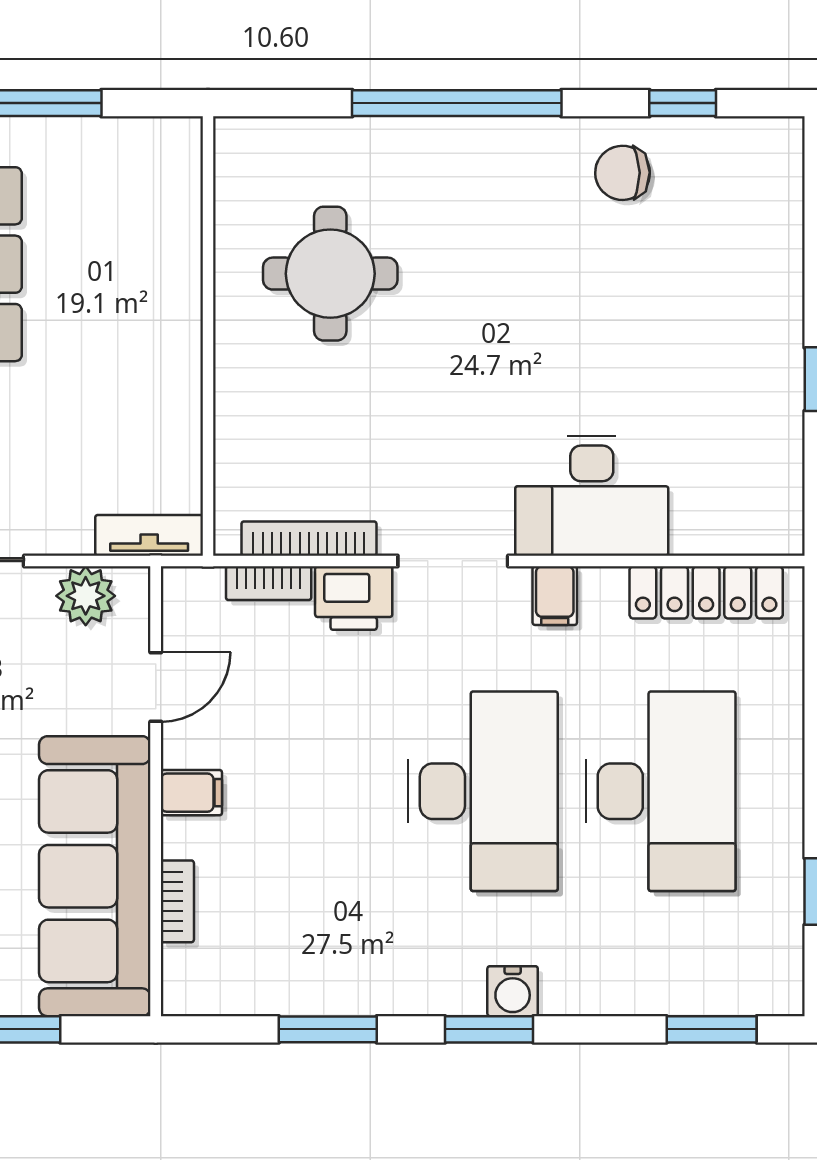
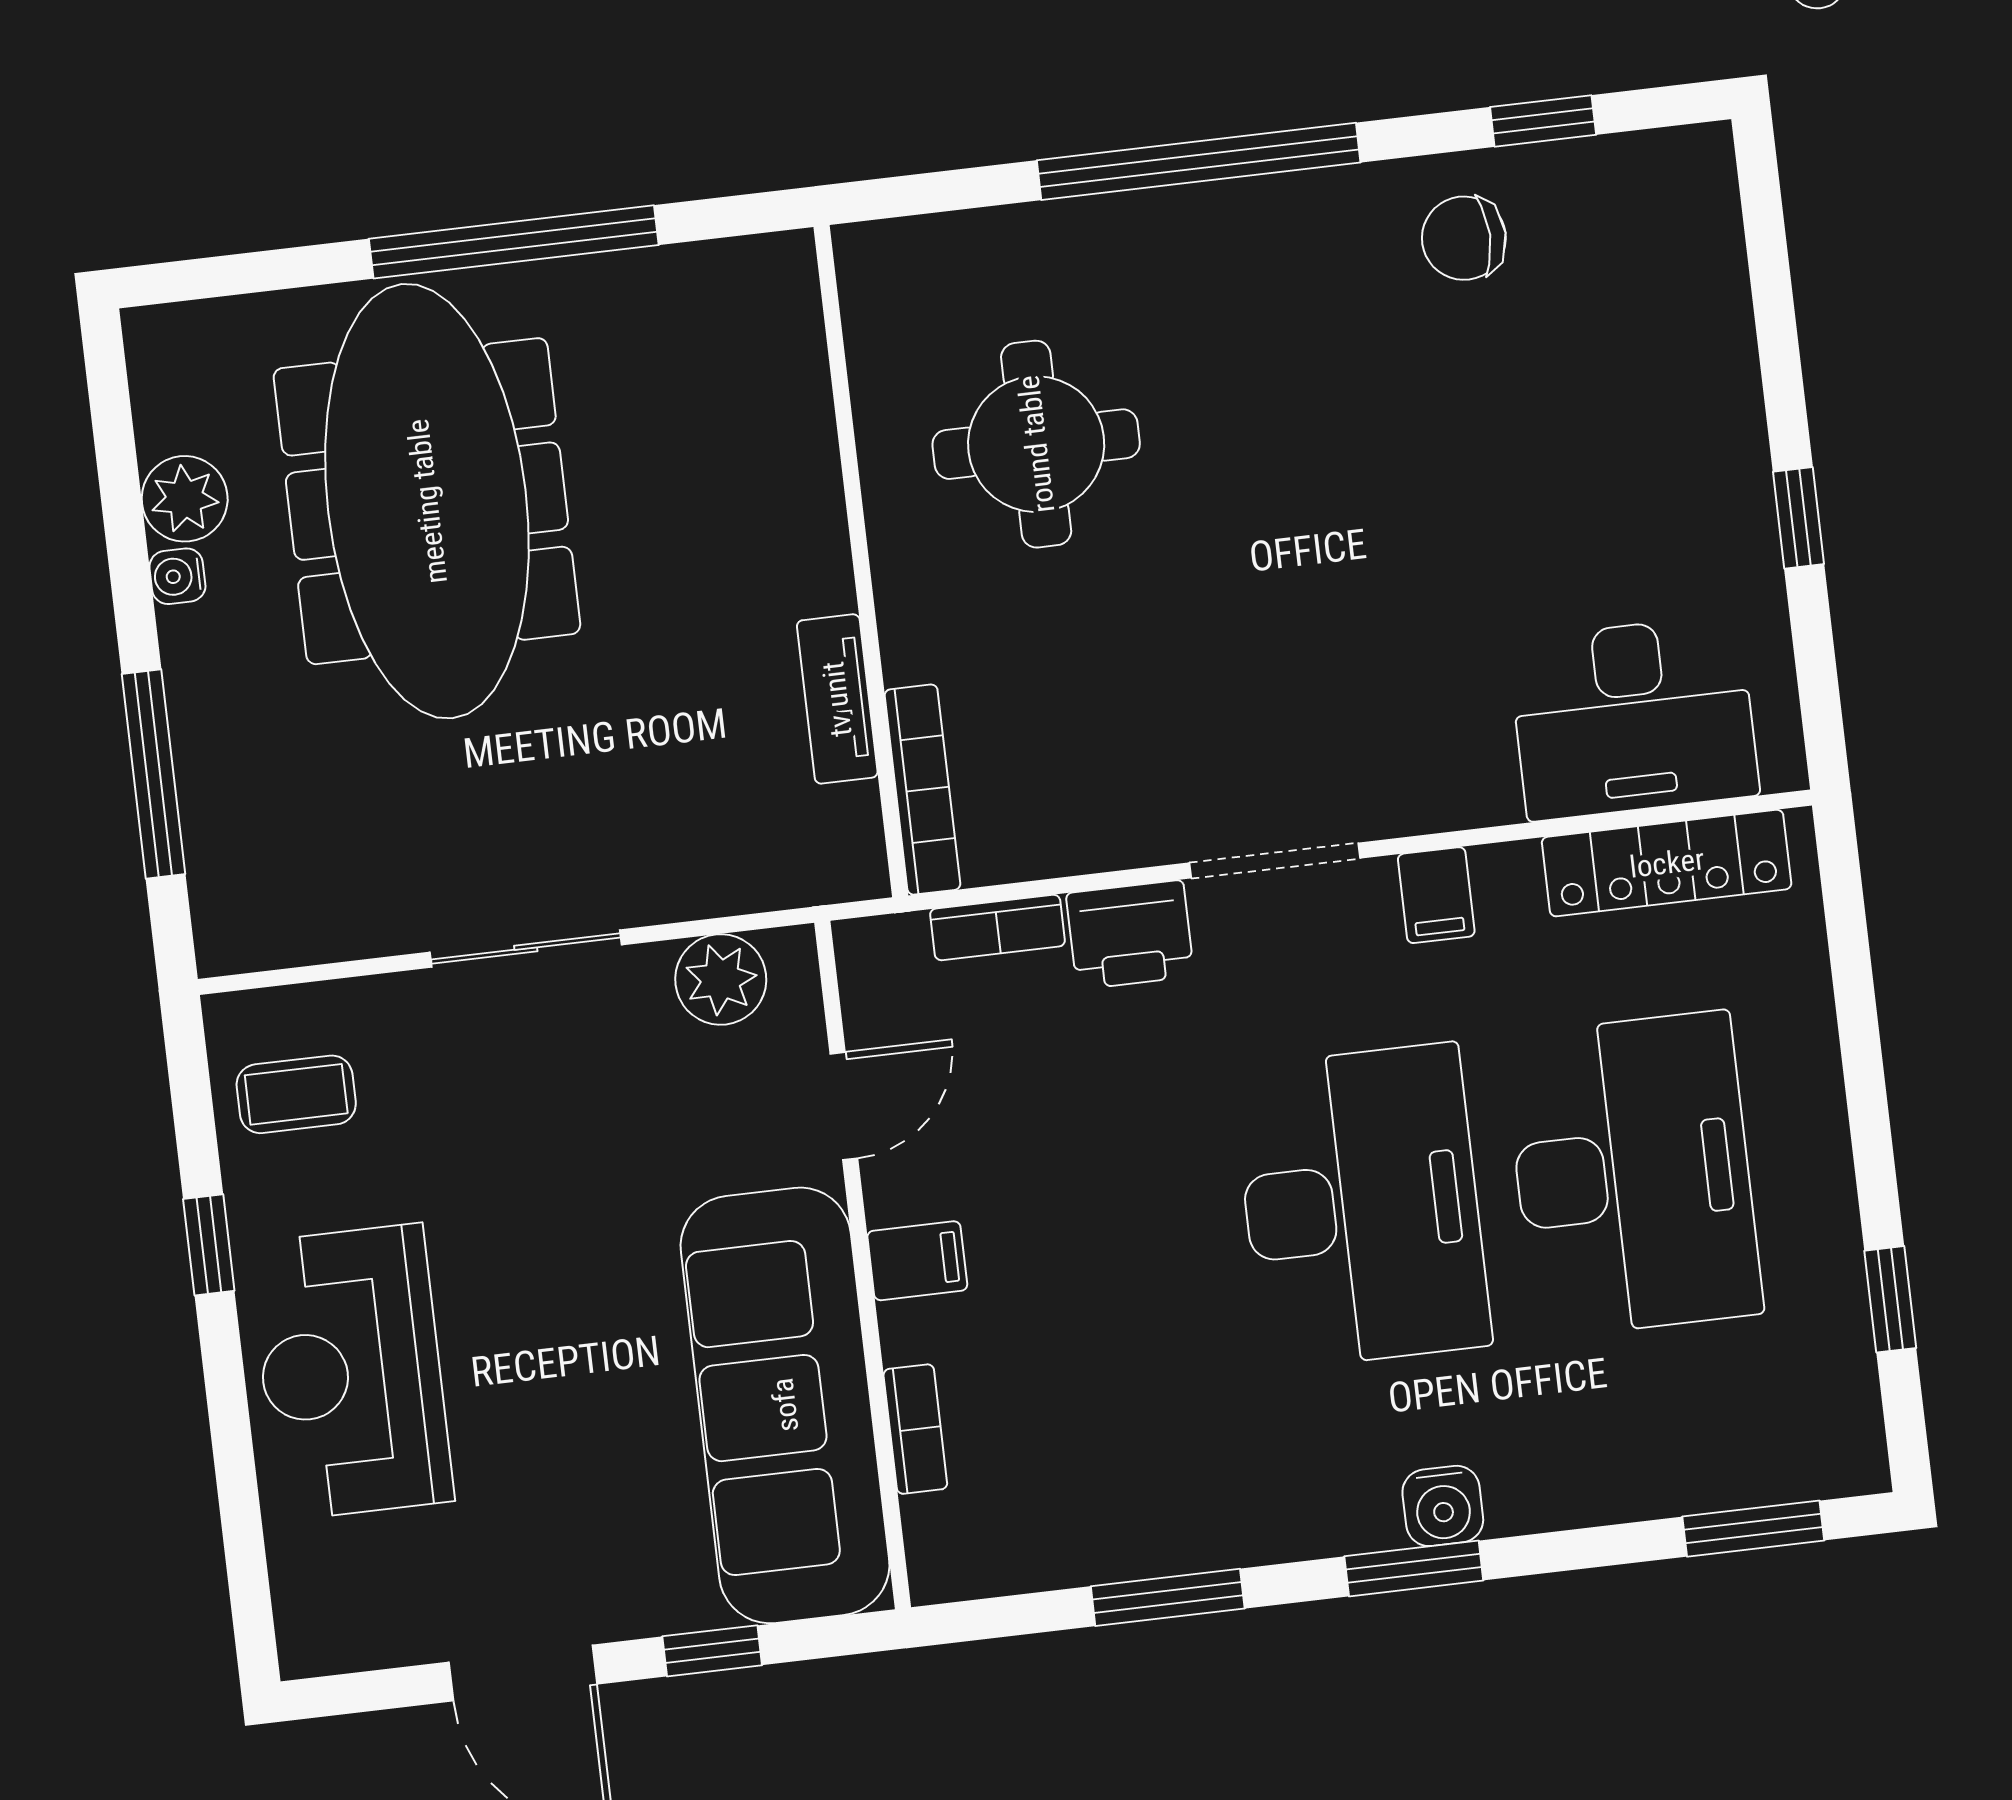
desk: (592, 496) -> (1633, 718), moved
tv unit: (149, 535) -> (837, 699), moved, turned -90
bookcase: (309, 539) -> (922, 790), moved, turned 90

